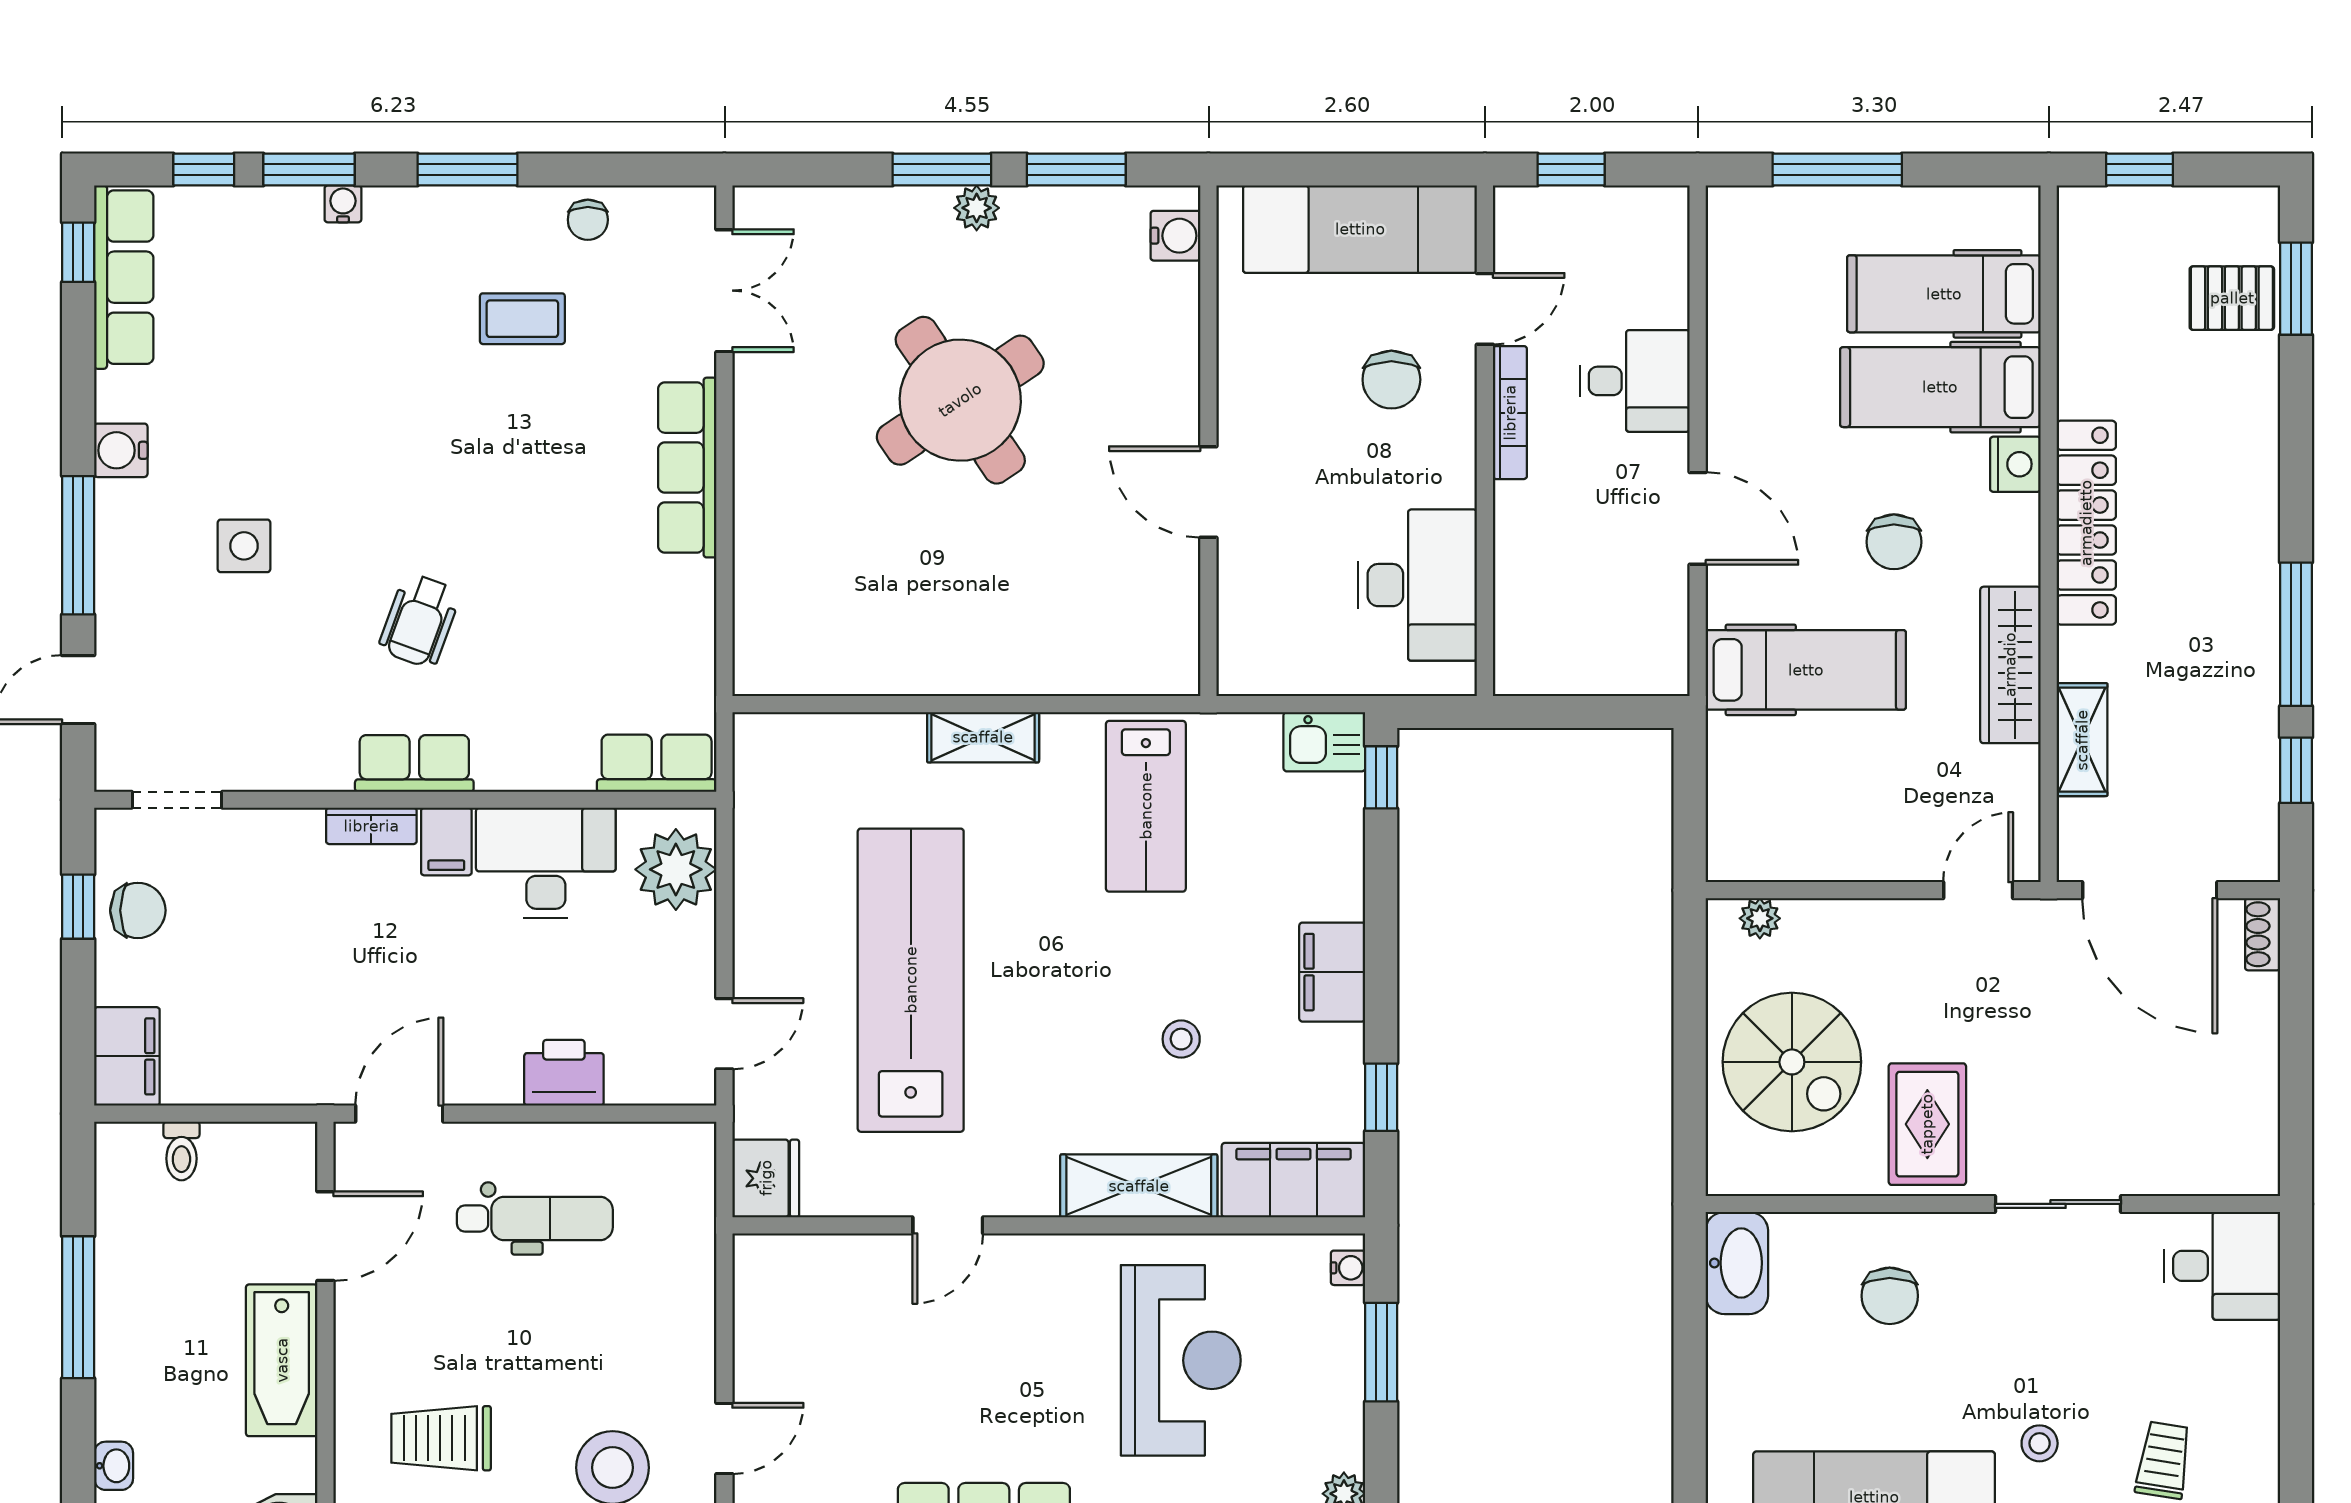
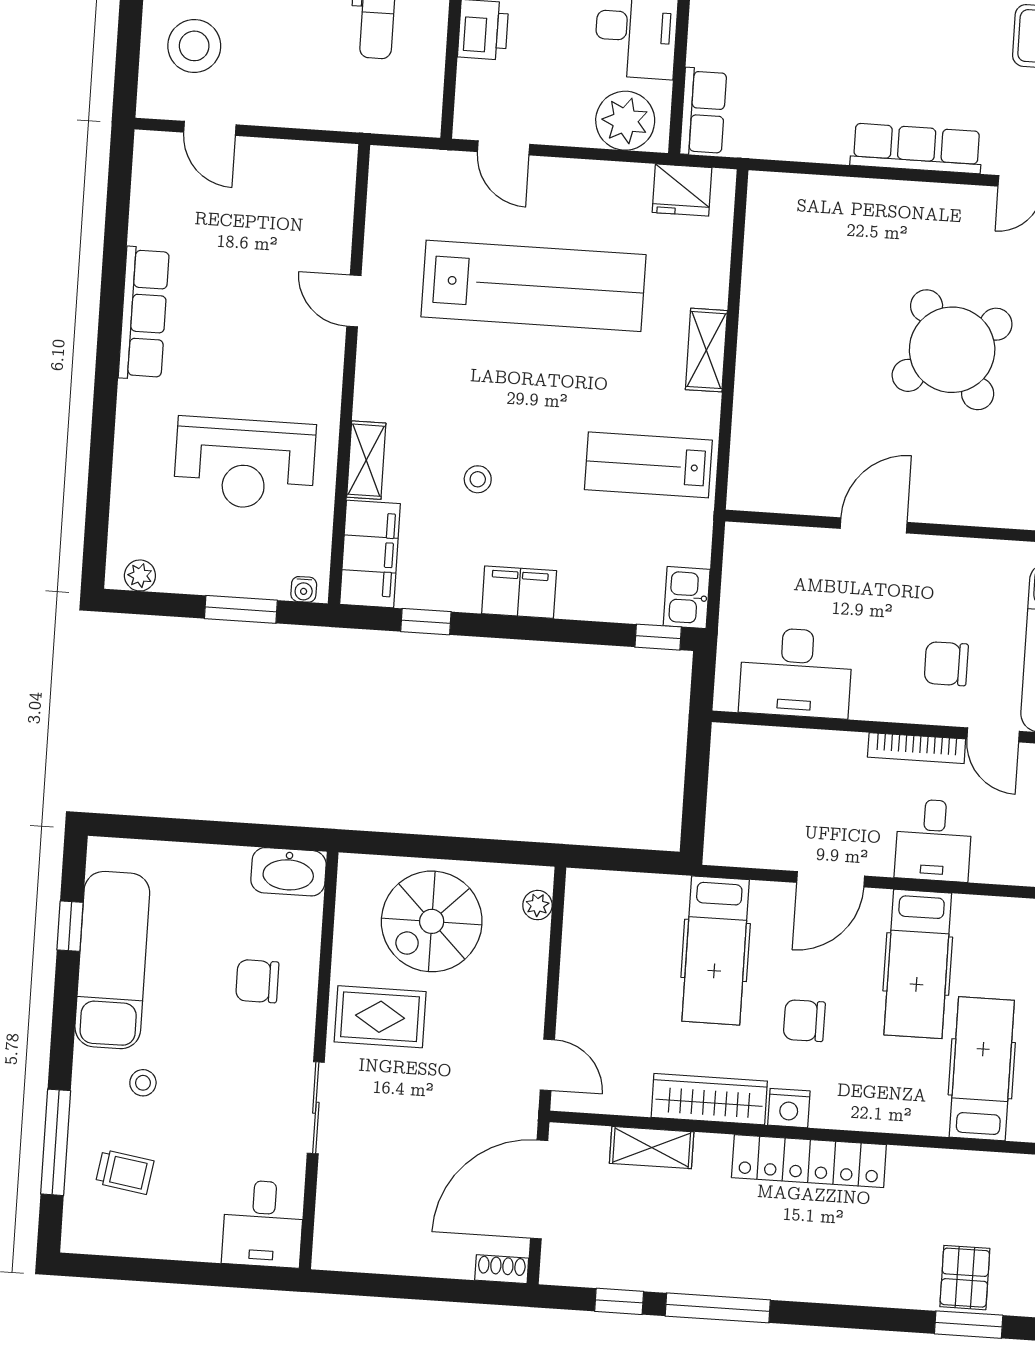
hospital bed: (1940, 387) -> (918, 964), moved, turned 180
nightstand: (2015, 464) -> (789, 1108), moved
fridge: (766, 1178) -> (682, 190), moved
shelving: (1139, 1186) -> (366, 460), width x0.67, depth x0.75

